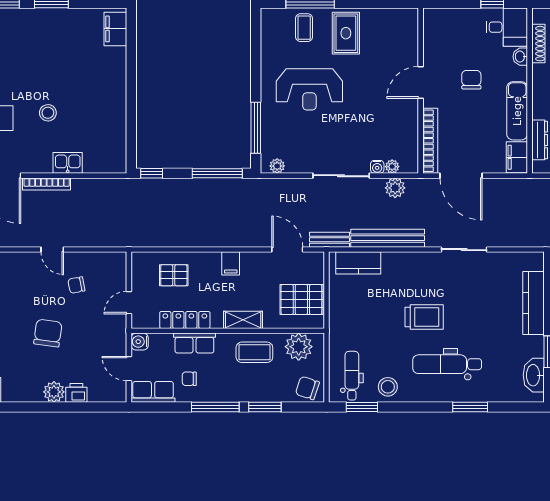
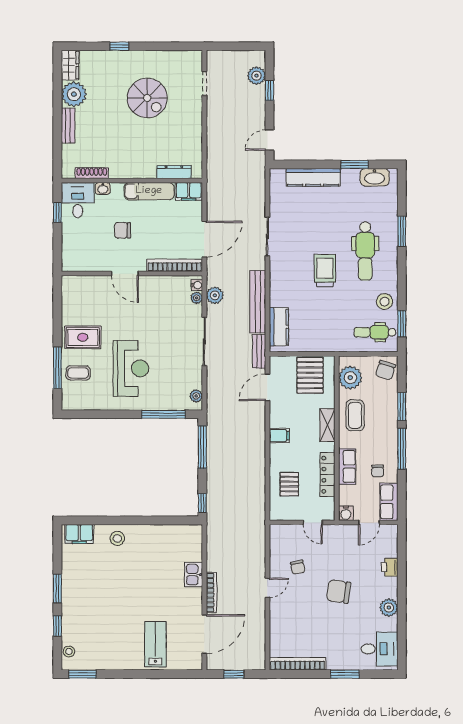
stool: (48, 113) -> (117, 538), moved
water cooler: (377, 167) -> (197, 285), moved
plant: (54, 392) -> (389, 608), moved

